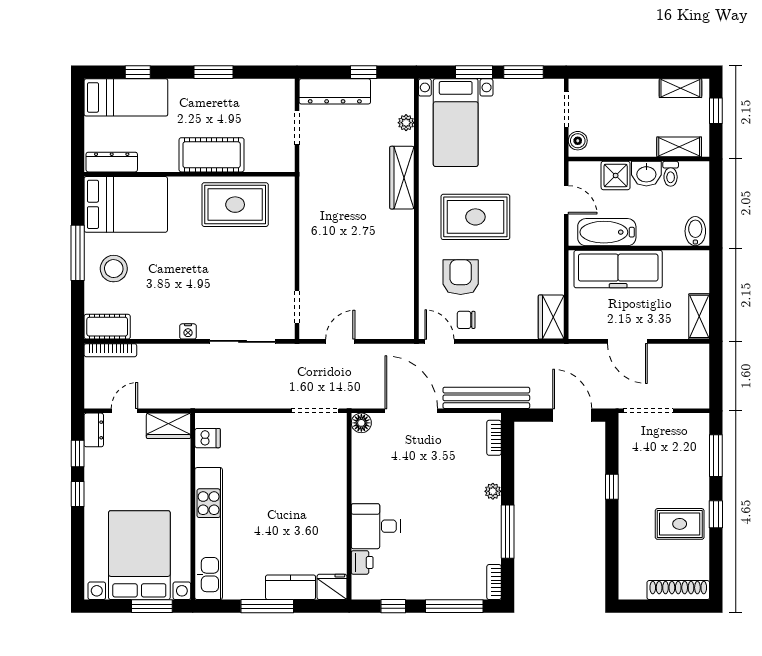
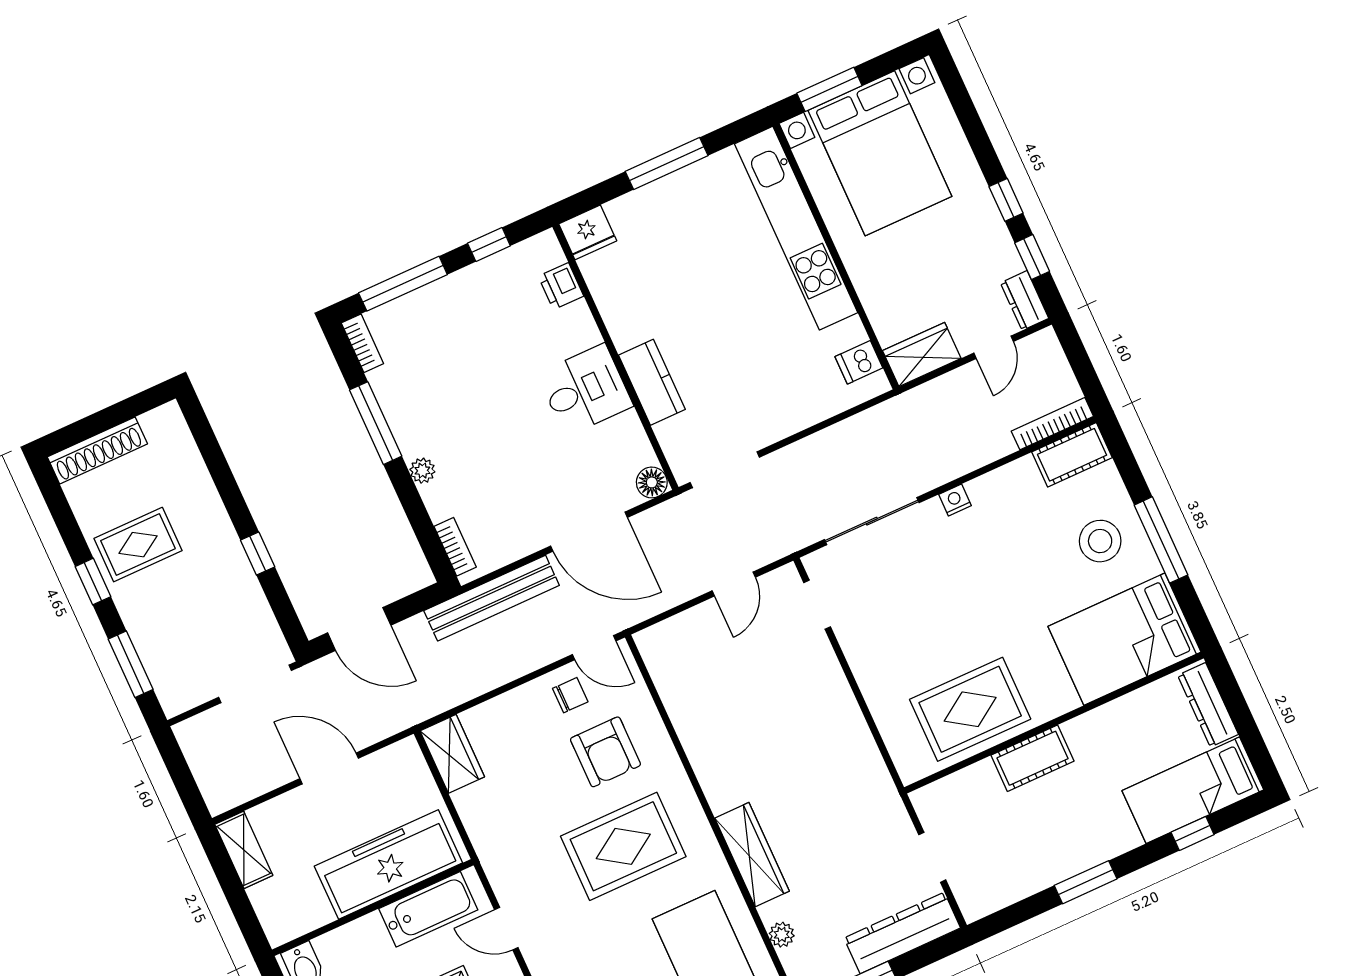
cot: (212, 155) -> (1033, 758), width x0.73, depth x0.75
dresser: (112, 162) -> (1208, 705), moved, turned 90
desk: (376, 526) -> (585, 390), moved
kitchen counter: (291, 587) -> (652, 382), moved, turned -90

